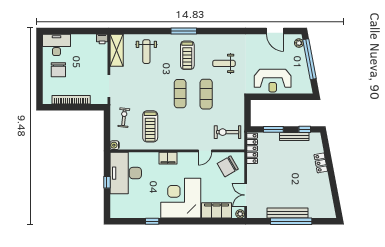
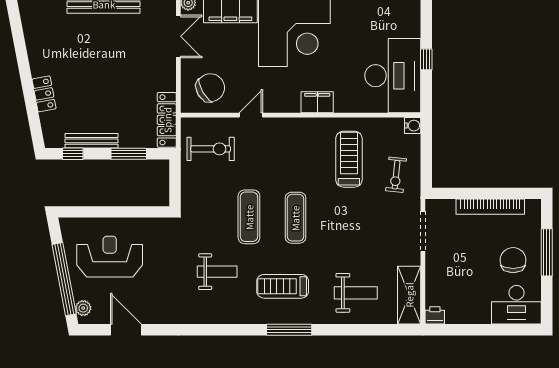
weight bench: (146, 52) -> (356, 293), turned 90
treadmill: (187, 55) -> (283, 286), turned -90
window: (40, 74) -> (547, 252), added
reception desk: (273, 81) -> (110, 257), moved

